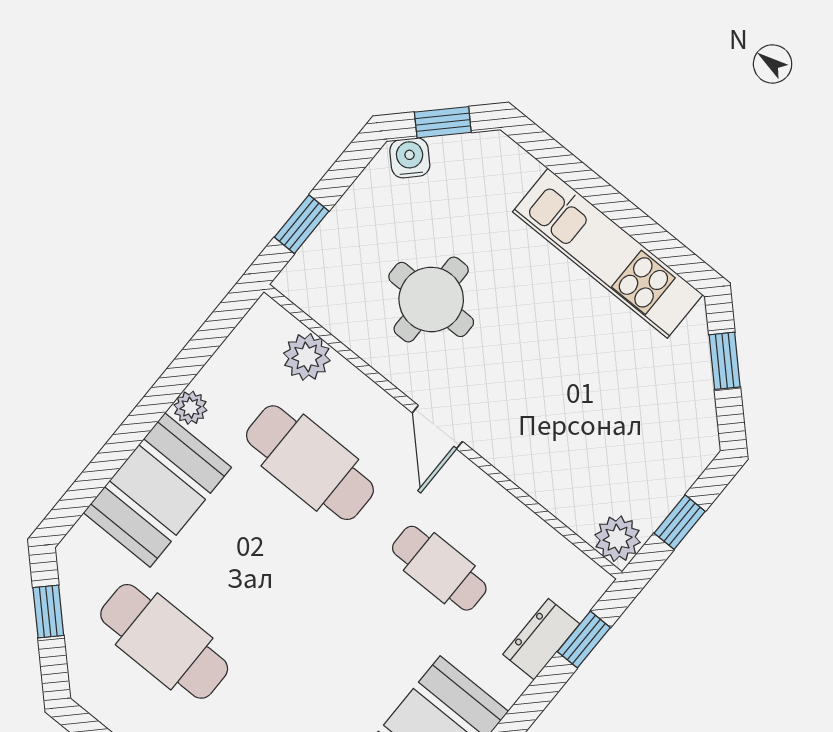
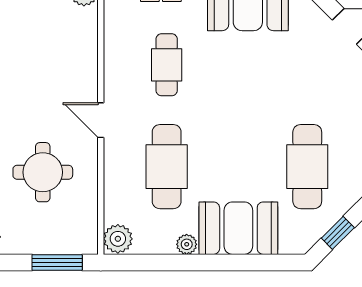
window: (302, 224) -> (57, 262), width x1.50
plant: (307, 357) -> (118, 239), moved
door: (437, 427) -> (101, 120), swing flipped

